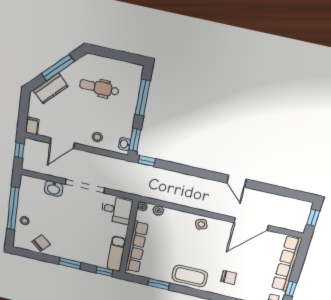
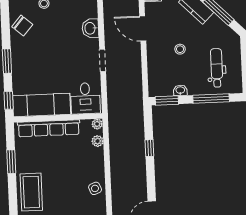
dental chair: (99, 88) -> (217, 68), moved
stool: (97, 137) -> (180, 49), moved
washbasin: (125, 144) -> (180, 90), moved
window: (147, 161) -> (149, 148), moved
doorway: (85, 186) -> (103, 60), width x0.53
exam couch: (116, 254) -> (42, 105), width x1.36, depth x1.45

